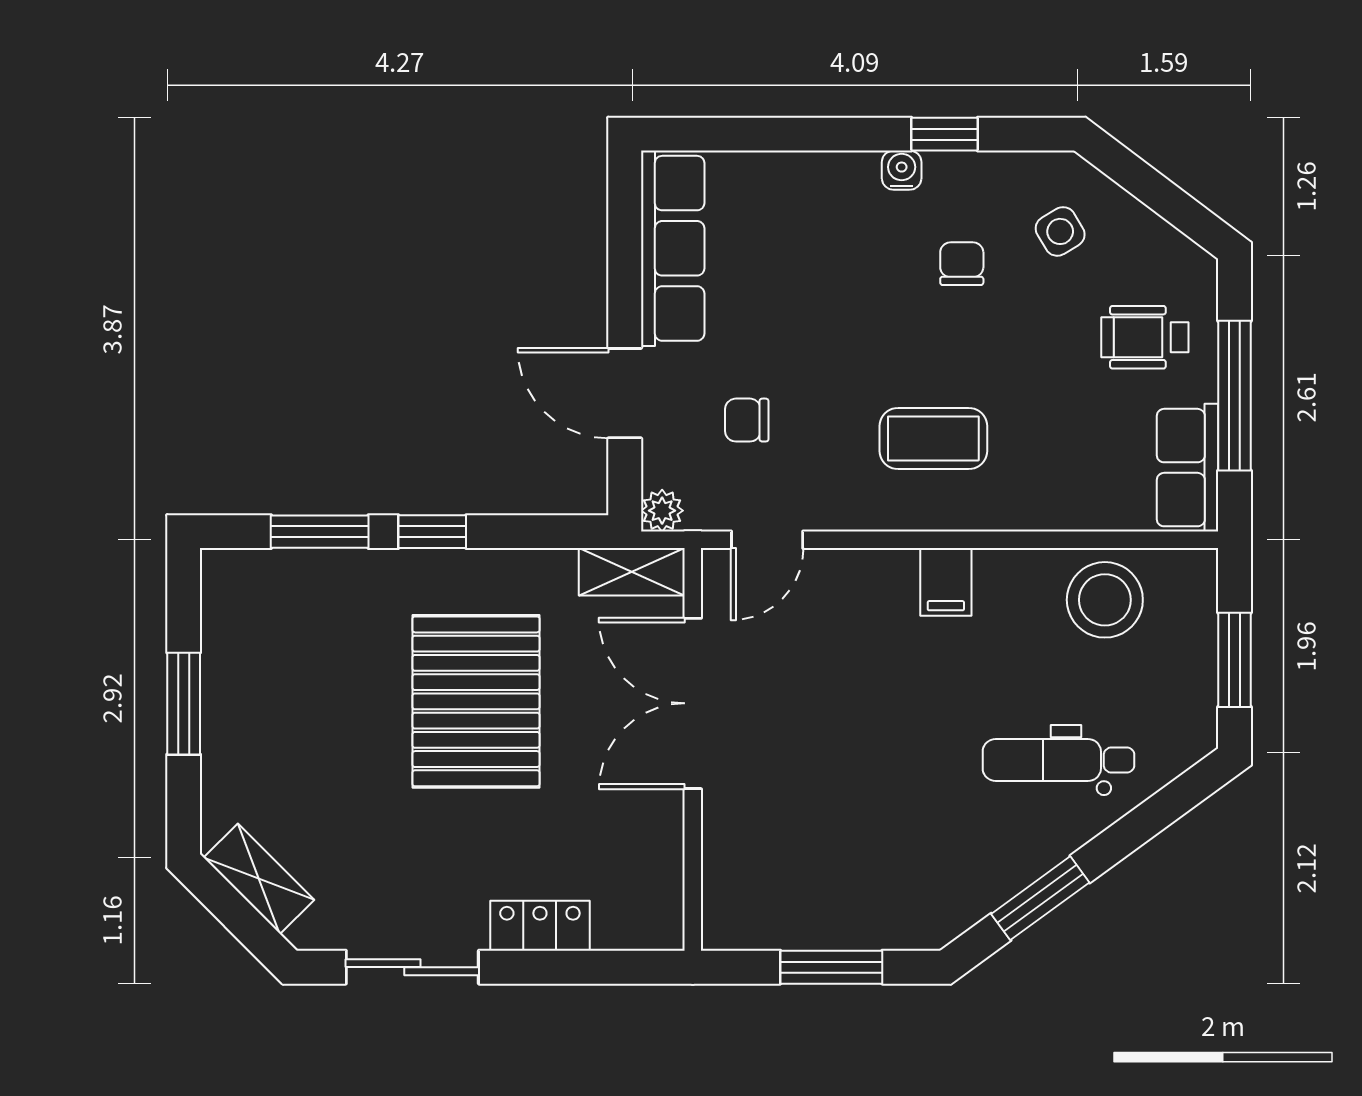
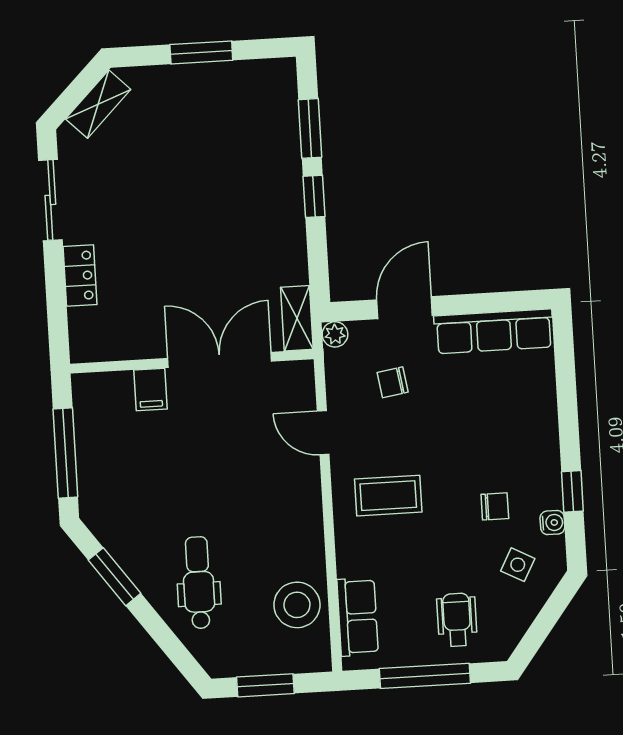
water cooler: (902, 170) -> (552, 523), moved
side table: (1060, 231) -> (518, 565), turned -31
chair: (747, 420) -> (393, 382), turned -99
coffee table: (933, 438) -> (388, 496), turned 90
row of seats: (1188, 468) -> (358, 617), moved, turned 90
door: (767, 540) -> (323, 433), moved
filing cabinet: (946, 582) -> (150, 389), moved, turned -90
pallet: (476, 701) -> (213, 229), removed
window: (831, 967) -> (65, 453), width x1.44

